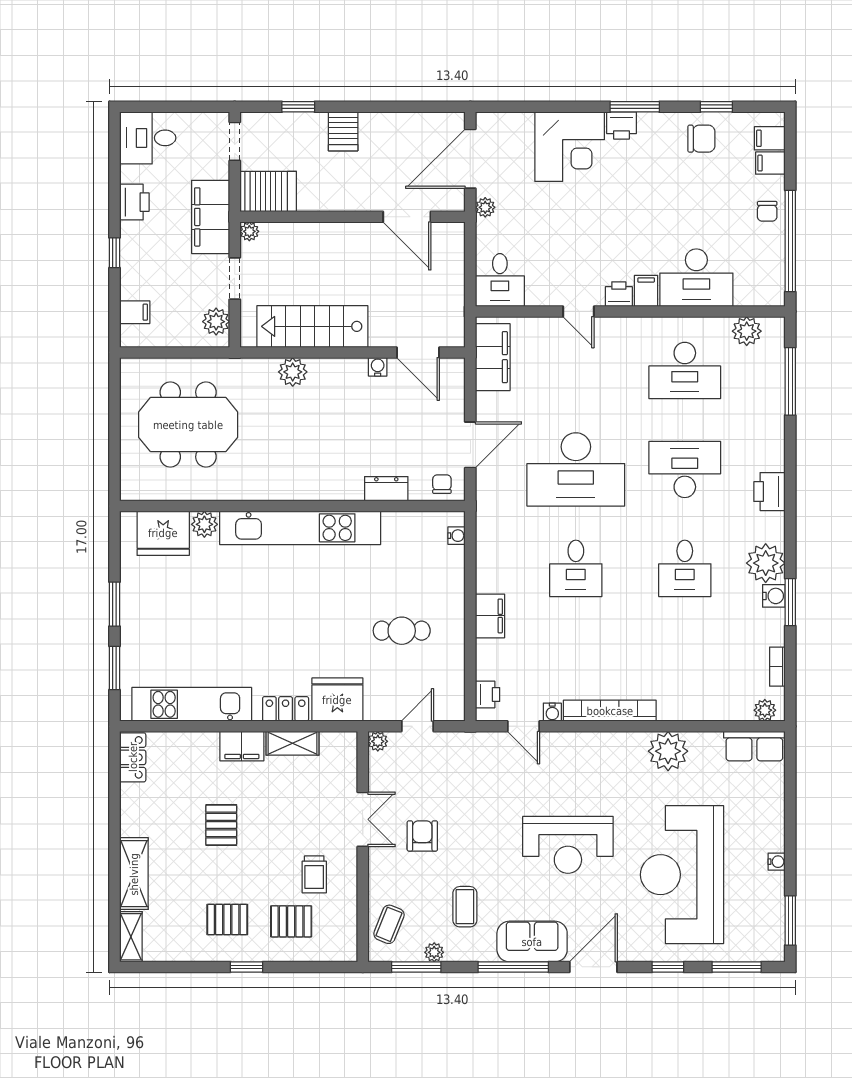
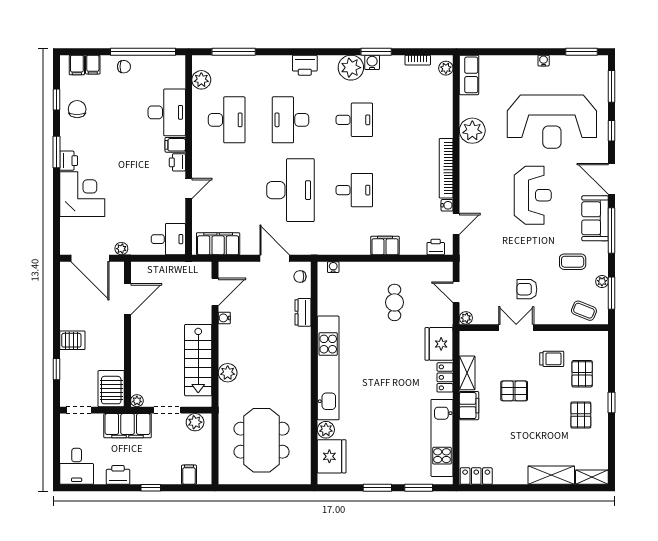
pallet: (221, 825) -> (514, 391), moved

